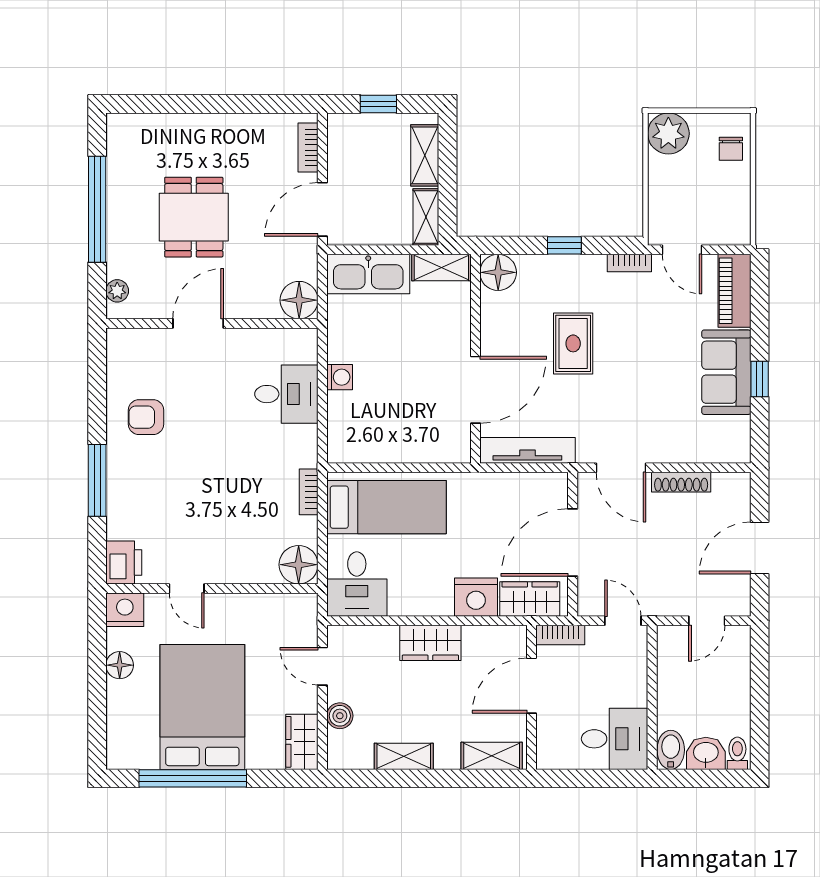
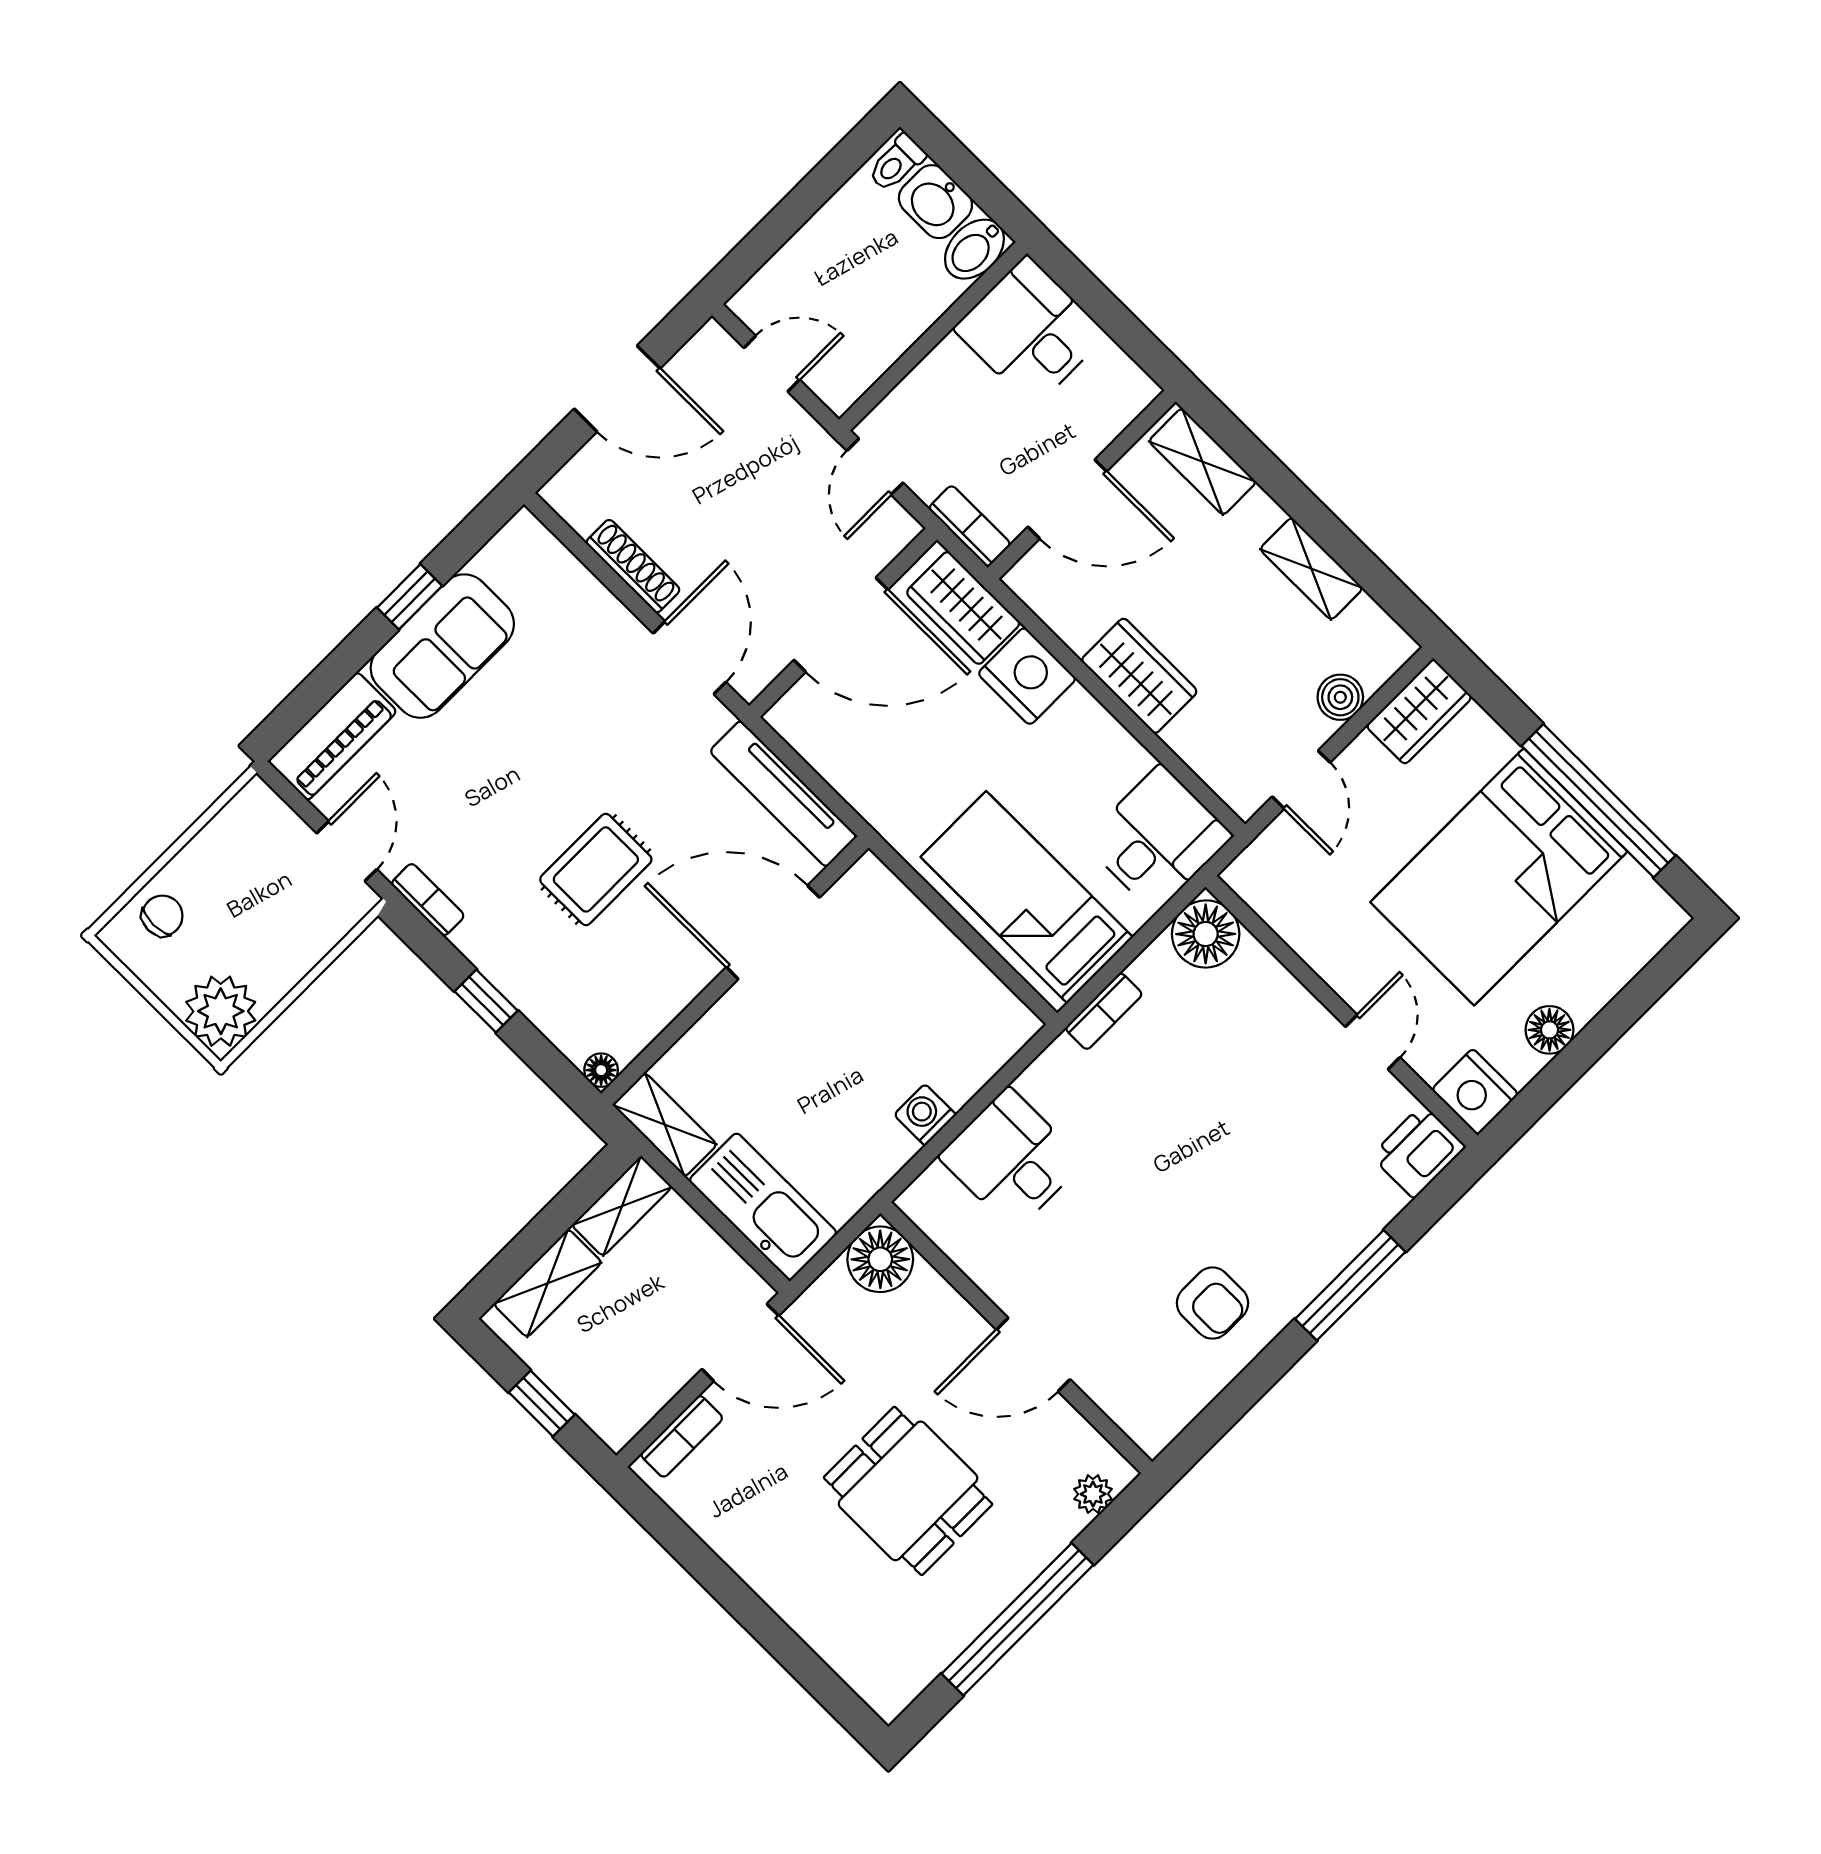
dining table: (194, 217) -> (908, 1491), turned 90
floor lamp: (498, 272) -> (601, 1070), width x0.53, depth x0.53

